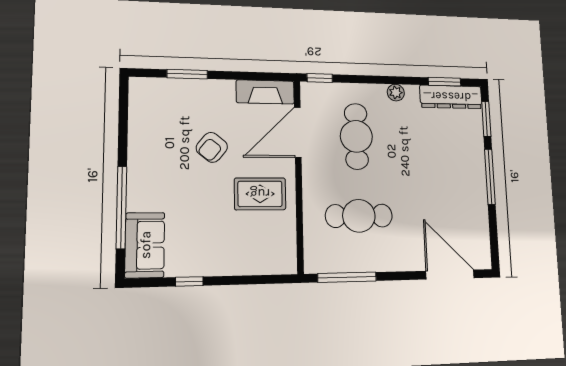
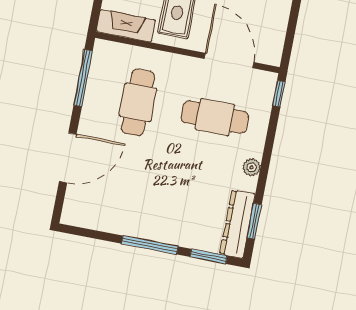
fireplace: (265, 92) -> (126, 26), moved, turned 90
door: (450, 274) -> (68, 158), moved

